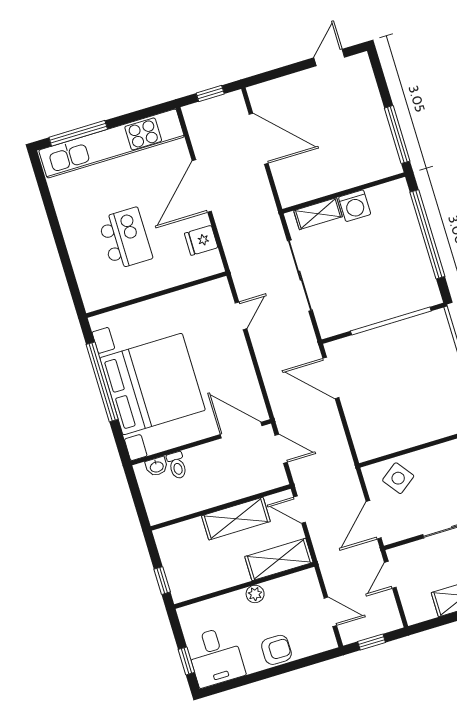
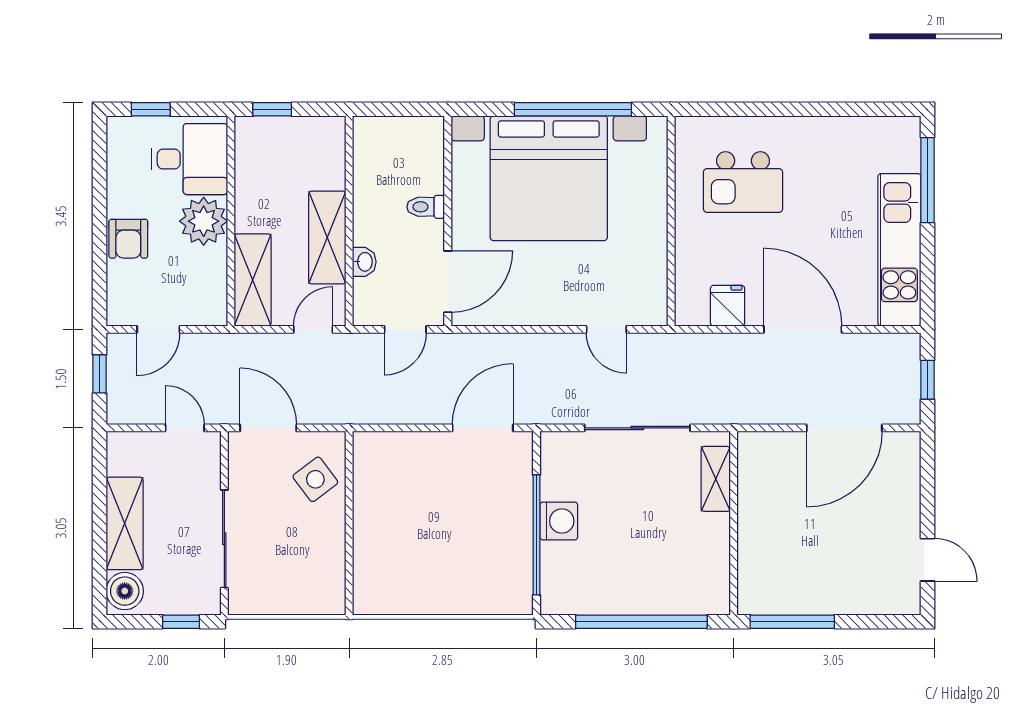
kitchen unit: (112, 143) -> (899, 250), width x0.73
washing machine: (355, 206) -> (559, 521), moved, turned 180
kitchen island: (125, 238) -> (743, 182), moved
toilet: (177, 465) -> (426, 207), moved
washbasin: (157, 466) -> (364, 262), moved, turned 180
plant: (255, 594) -> (204, 221), width x1.88, depth x1.88
desk: (215, 657) -> (189, 159), moved, turned 180

